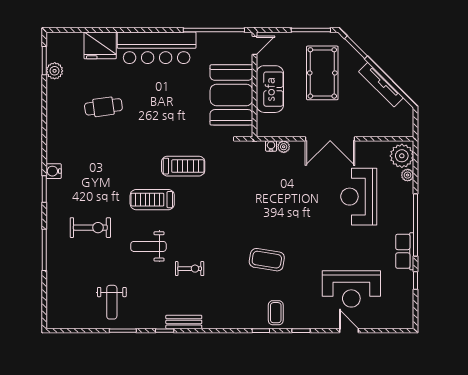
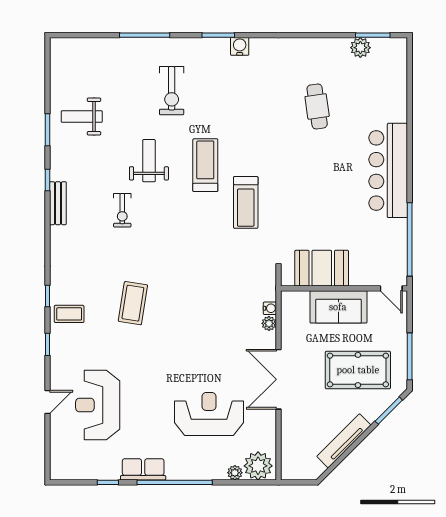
fridge: (100, 45) -> (391, 102), removed
booth: (231, 95) -> (322, 268), width x0.73, depth x0.70

